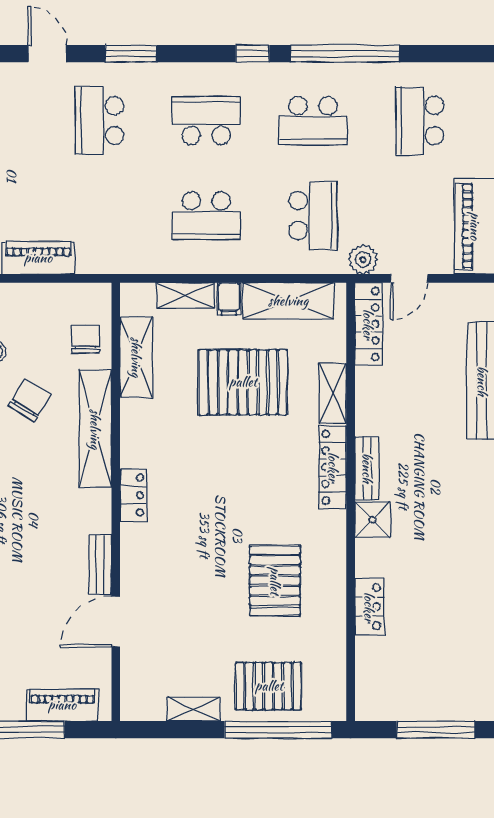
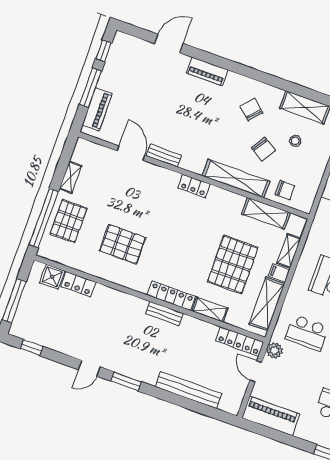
shower: (373, 520) -> (52, 277), moved
locker: (369, 607) -> (78, 284), moved

